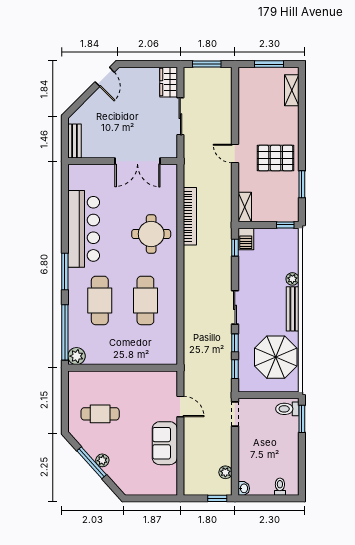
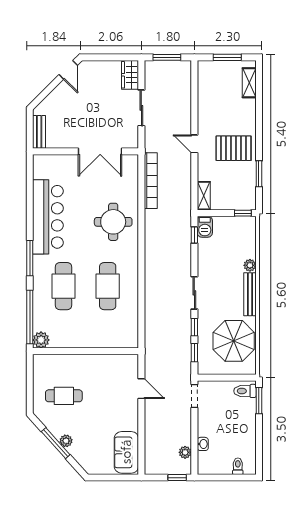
bookcase: (190, 216) -> (151, 181), moved
sofa: (165, 443) -> (126, 452), moved
washbasin: (244, 488) -> (203, 444), moved

